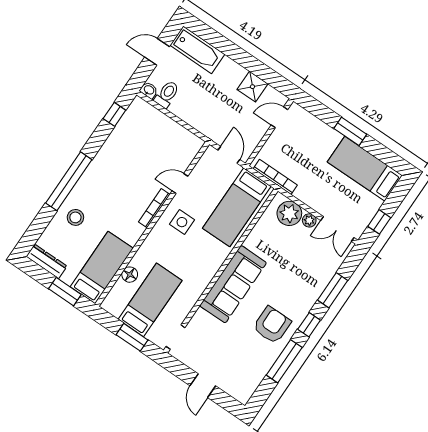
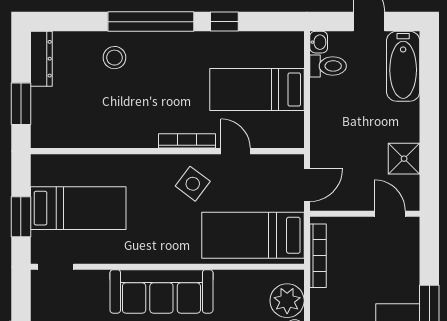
window: (114, 114) -> (224, 22), moved
side table: (182, 222) -> (193, 184), turned 37
bed: (102, 267) -> (257, 89), moved, turned 180
floor lamp: (130, 275) -> (91, 165), removed

